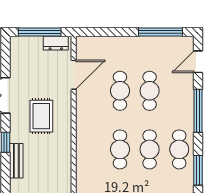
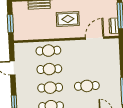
door: (74, 75) -> (95, 38), swing flipped
cafe table: (120, 91) -> (48, 51), moved

